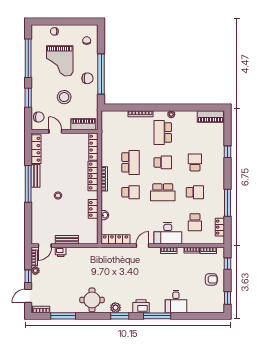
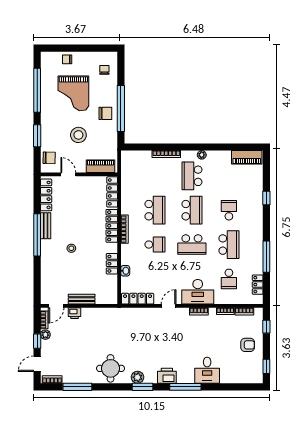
school desk: (163, 162) -> (192, 210), width x1.85
school desk: (195, 192) -> (229, 245), width x1.85

